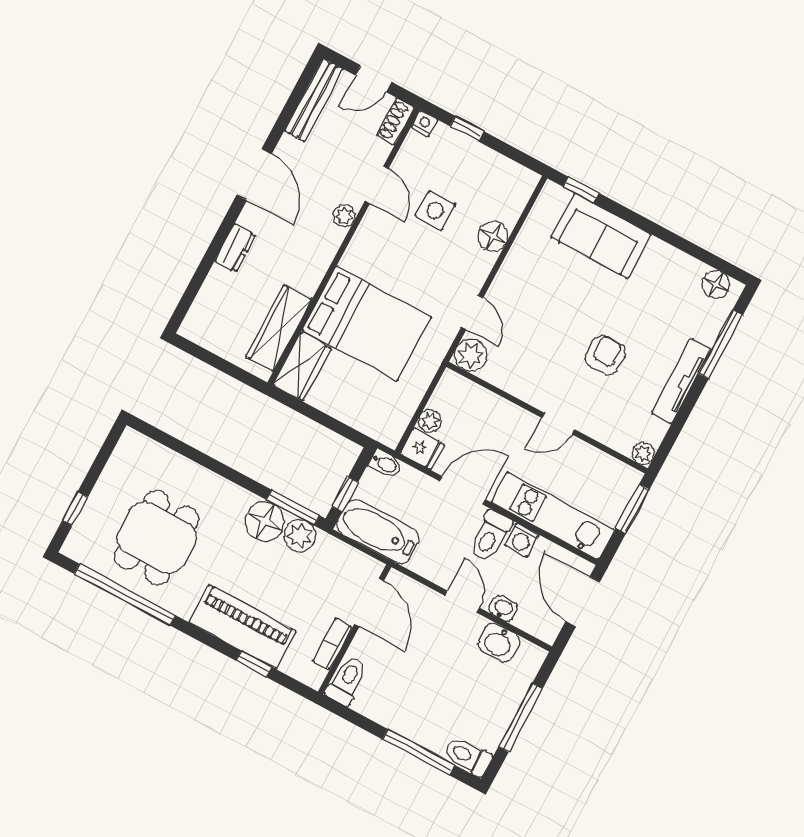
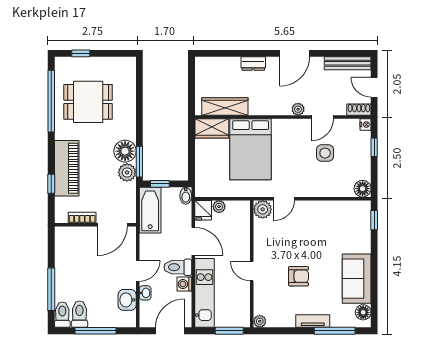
floor lamp: (493, 236) -> (363, 189), moved
sofa: (601, 236) -> (357, 279), moved
tv unit: (681, 381) -> (313, 321), width x0.71
toilet: (347, 680) -> (79, 314), moved, turned -90

